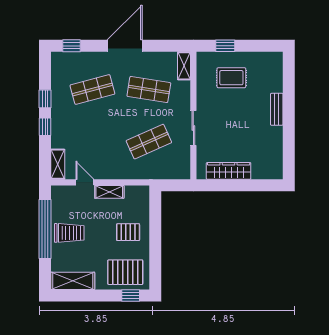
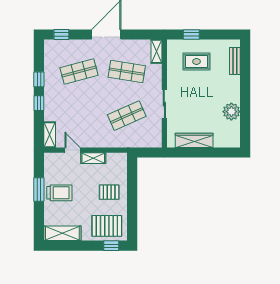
bench: (277, 109) -> (235, 61), moved
plant: (273, 137) -> (231, 112), added
window: (45, 229) -> (39, 189), width x0.47

